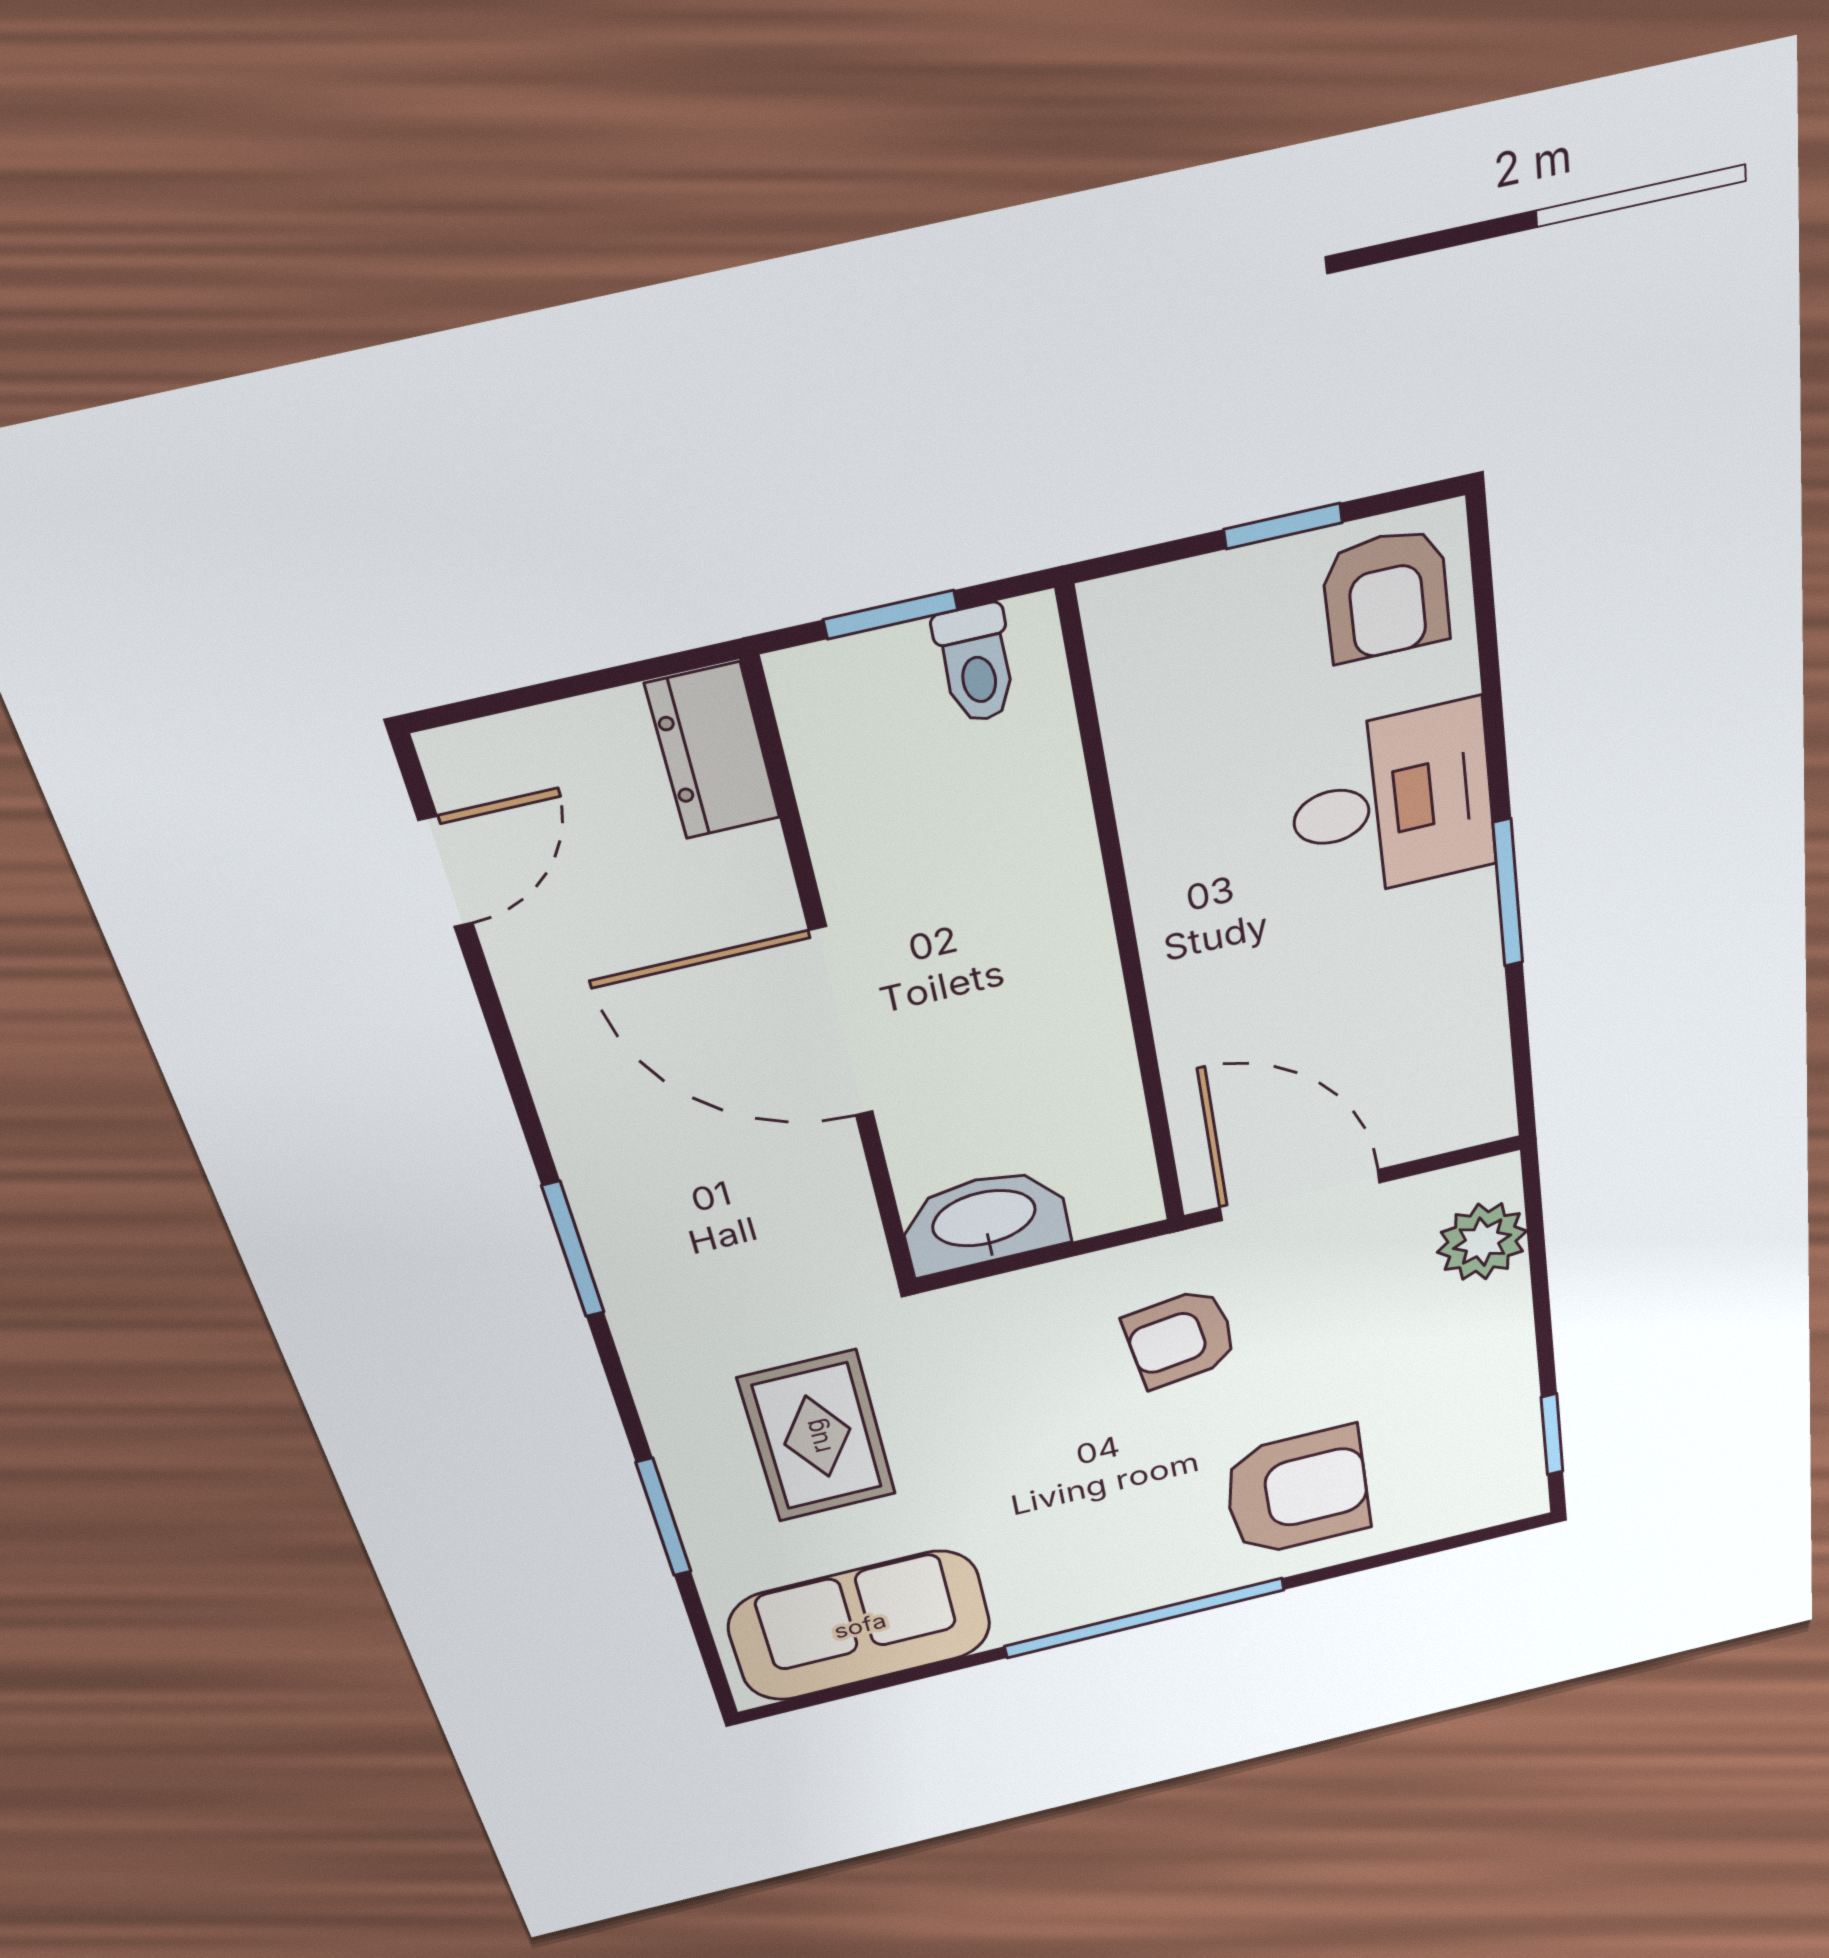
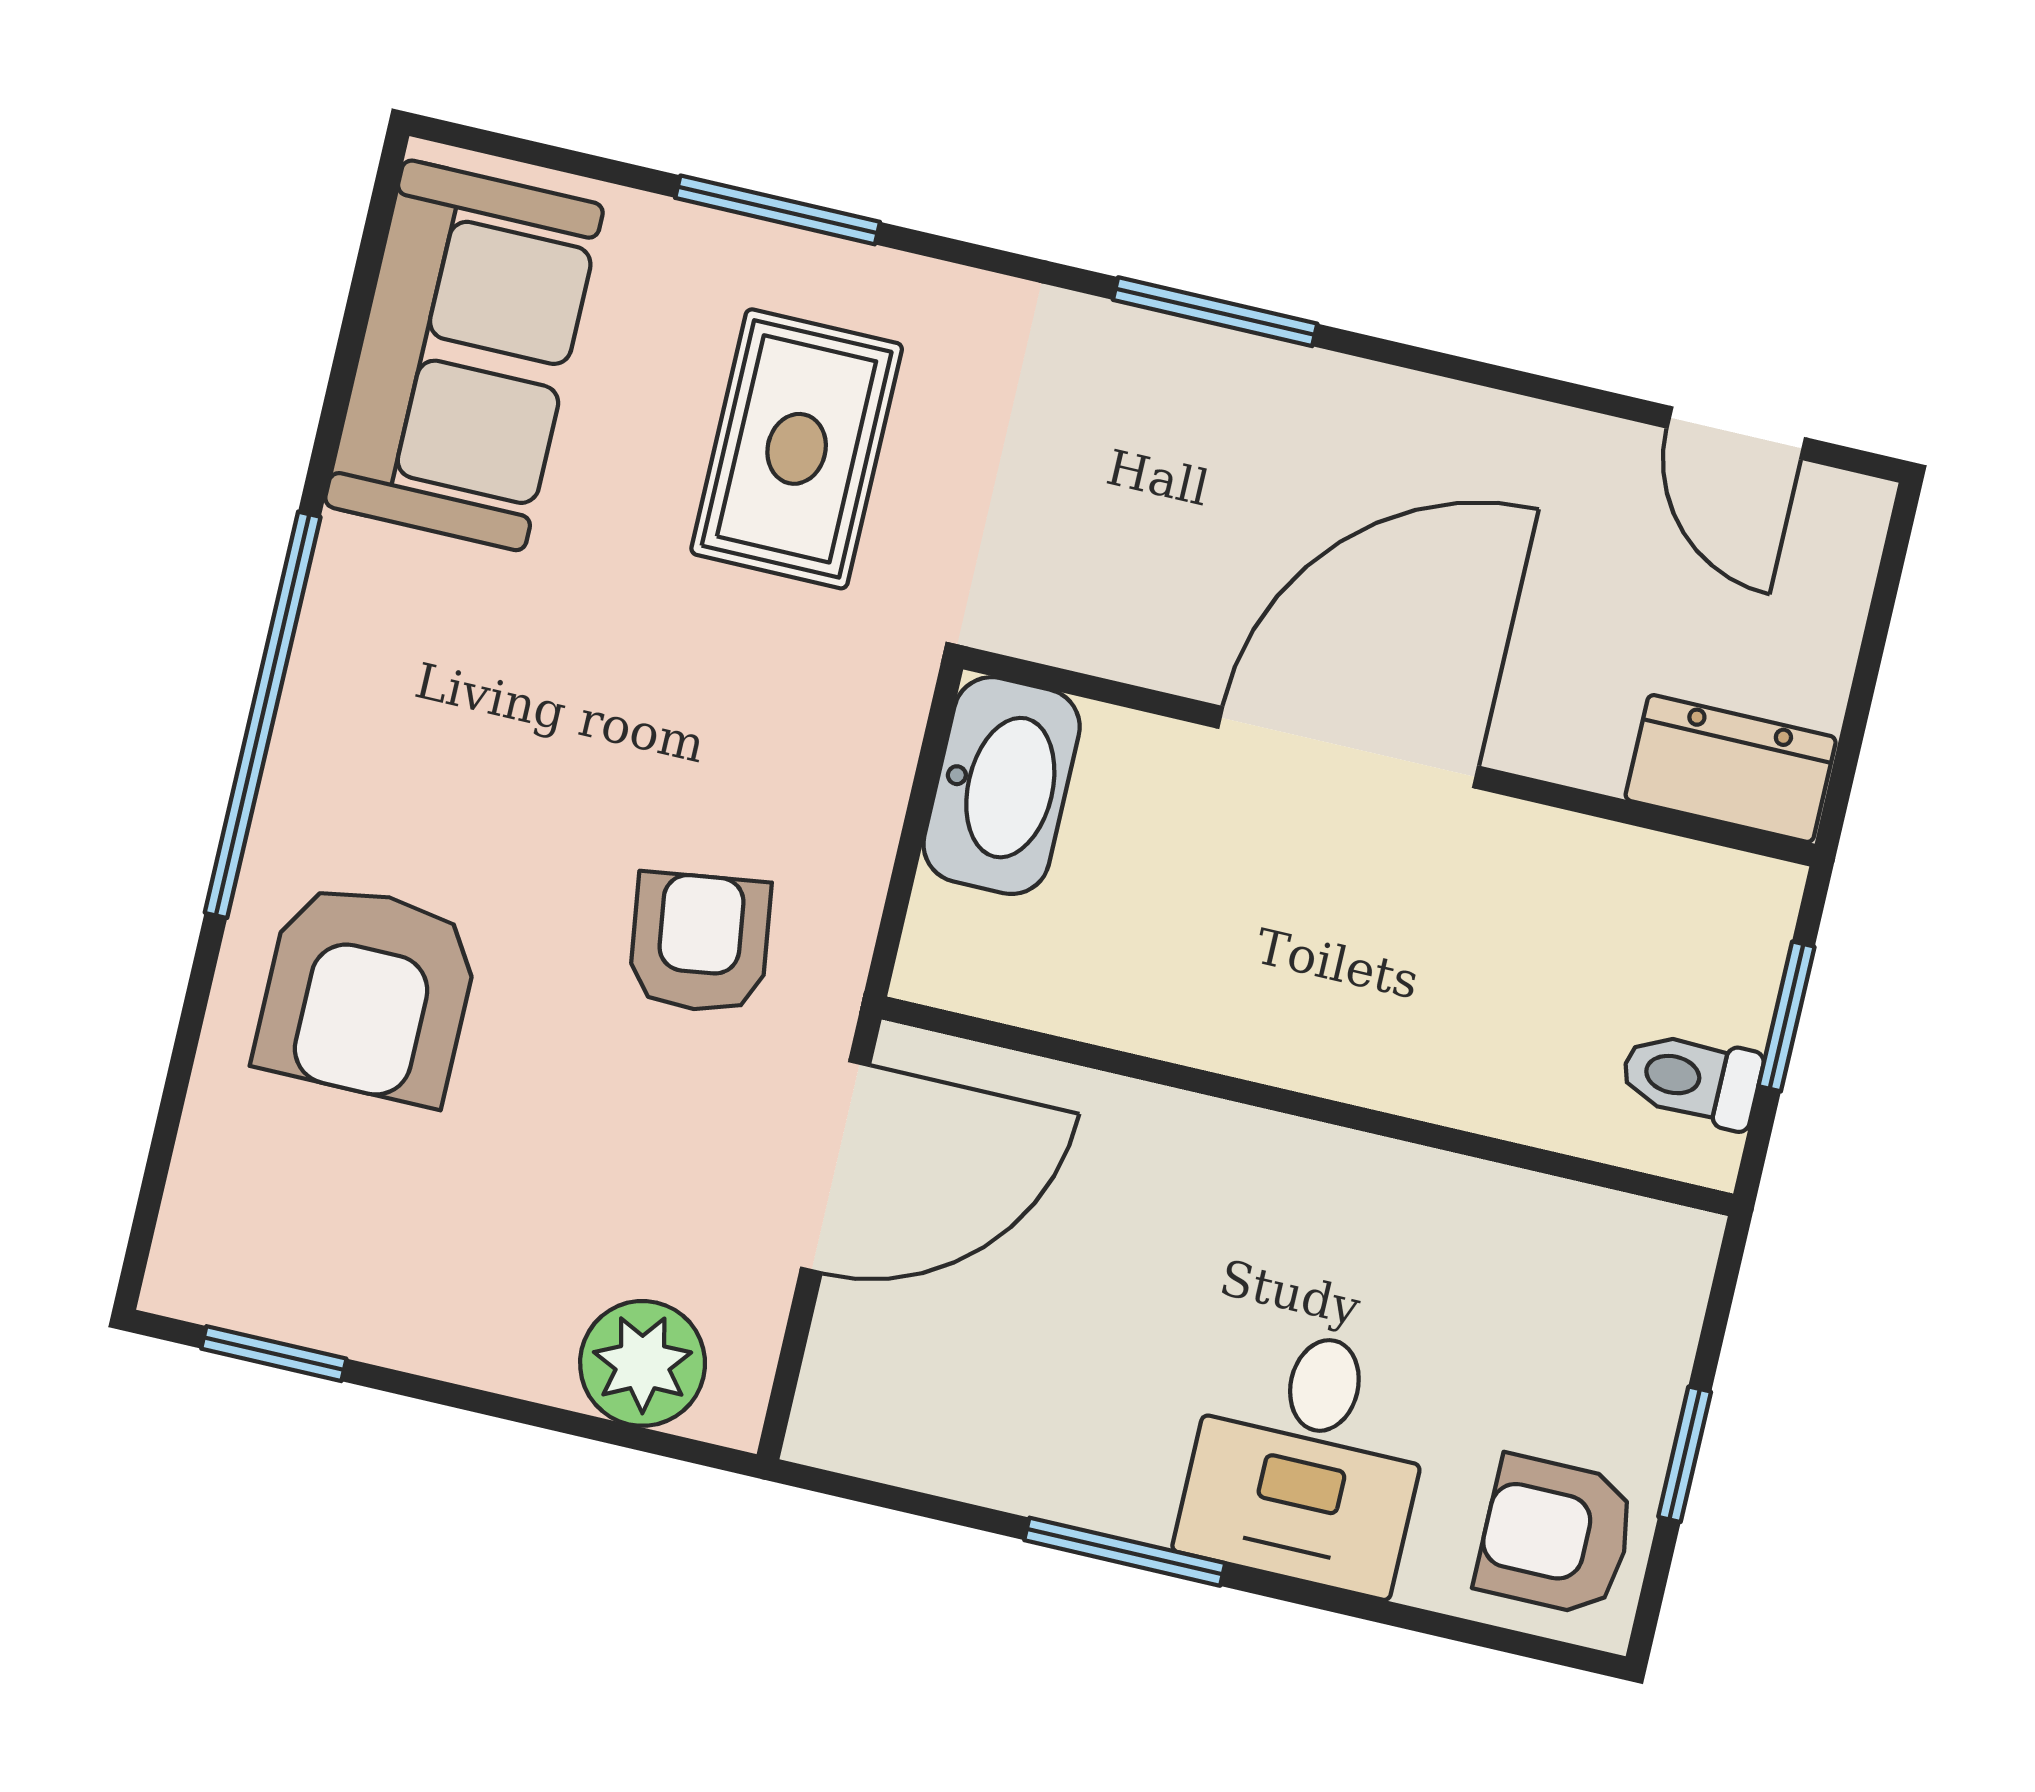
rug: (817, 1436) -> (797, 449), turned 90

